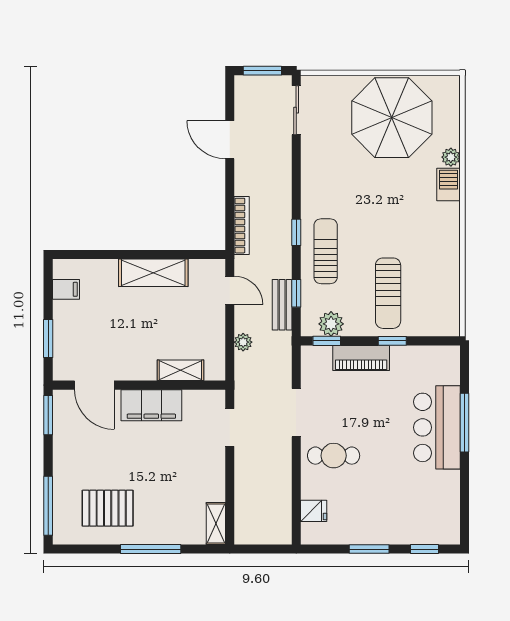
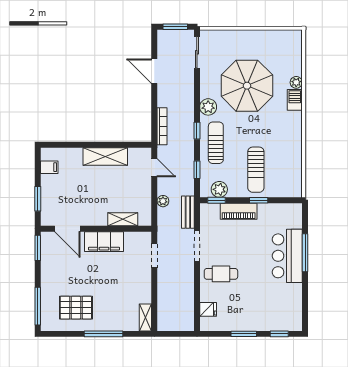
parasol: (392, 118) -> (247, 86), moved
plant: (314, 195) -> (208, 107), added
bench: (282, 305) -> (188, 212), moved

